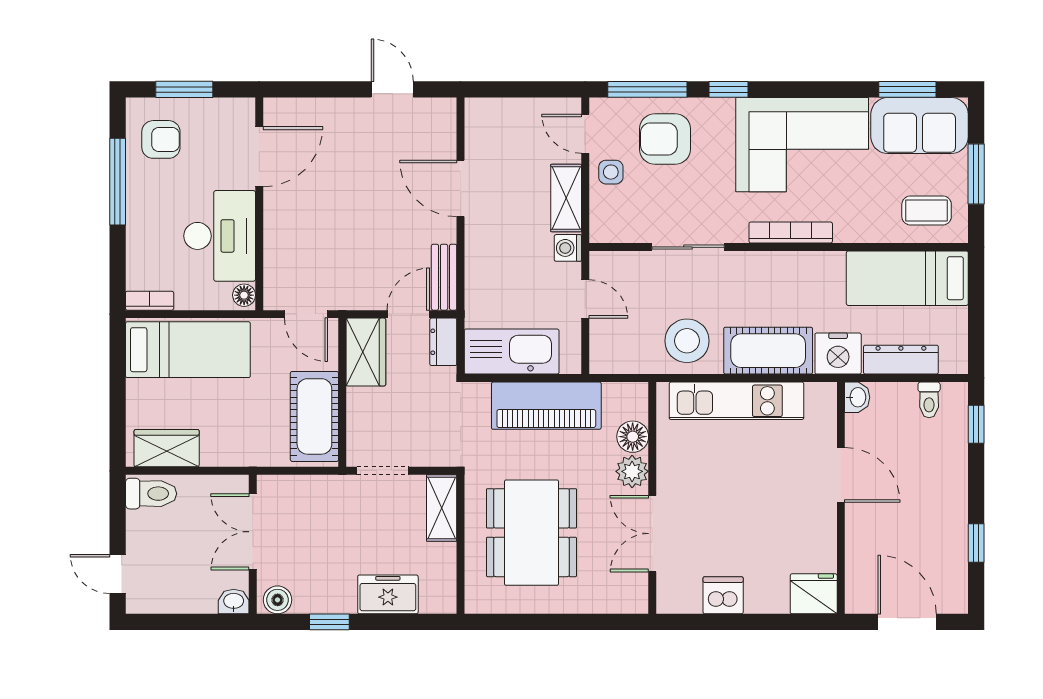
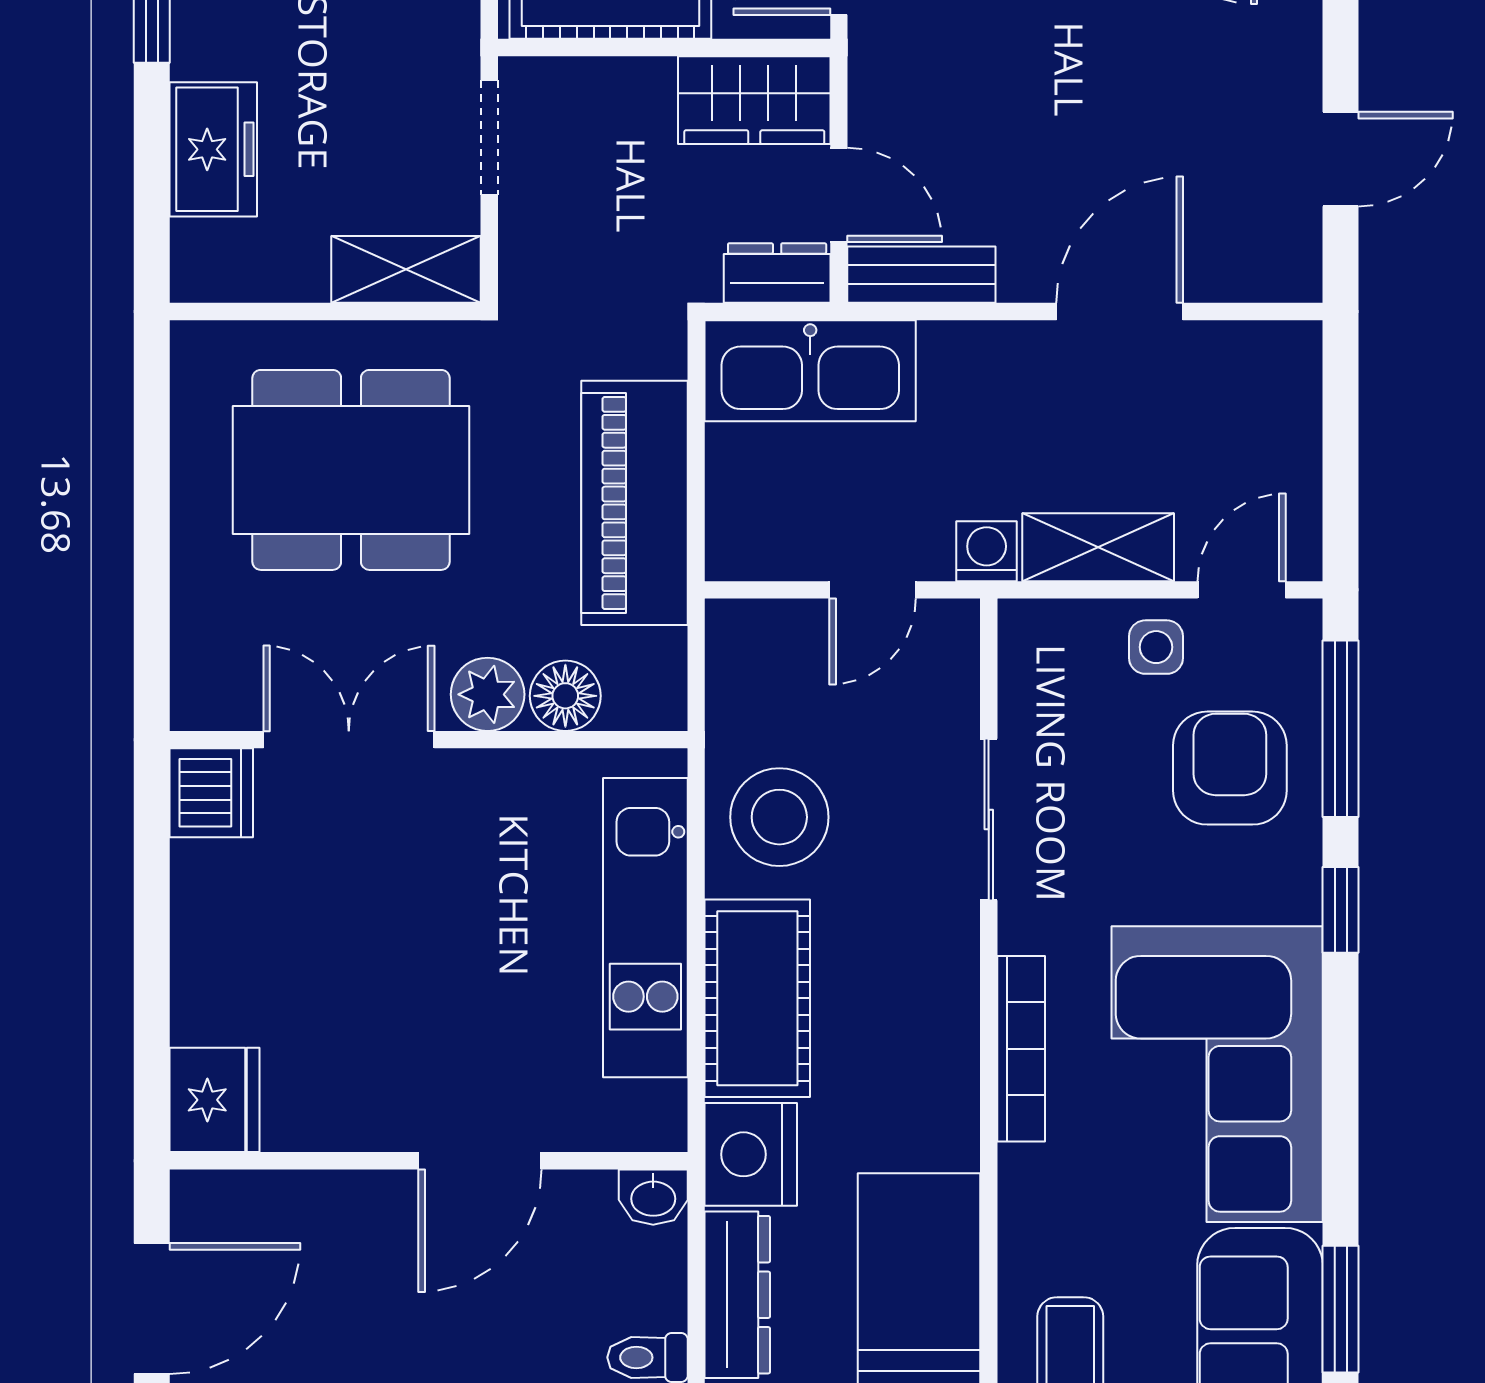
kitchen sink: (512, 352) -> (810, 371), moved, turned 90
dishwasher: (723, 595) -> (211, 793), moved

